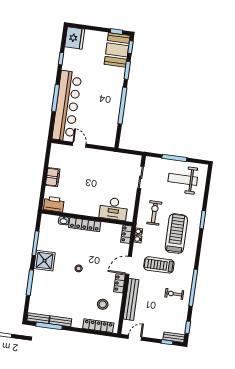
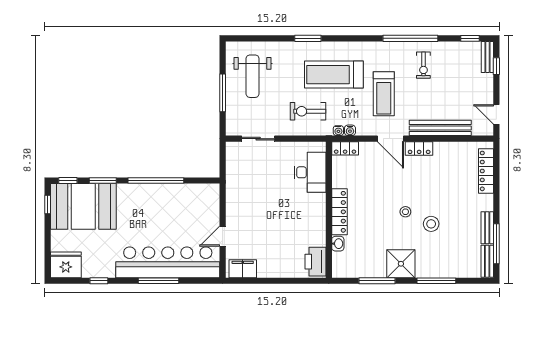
booth: (117, 50) -> (83, 206), width x1.36, depth x1.42
filing cabinet: (53, 177) -> (243, 269), moved
stool: (103, 304) -> (431, 224), moved

